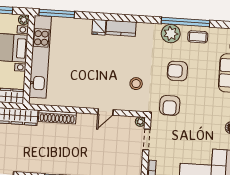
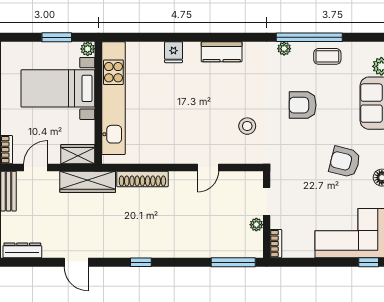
window: (57, 13) -> (132, 37), removed
fridge: (99, 27) -> (174, 52), moved
plant: (171, 34) -> (284, 49), width x0.53, depth x0.53
armchair: (170, 105) -> (345, 162), moved, turned 104
plant: (140, 122) -> (256, 225), moved

